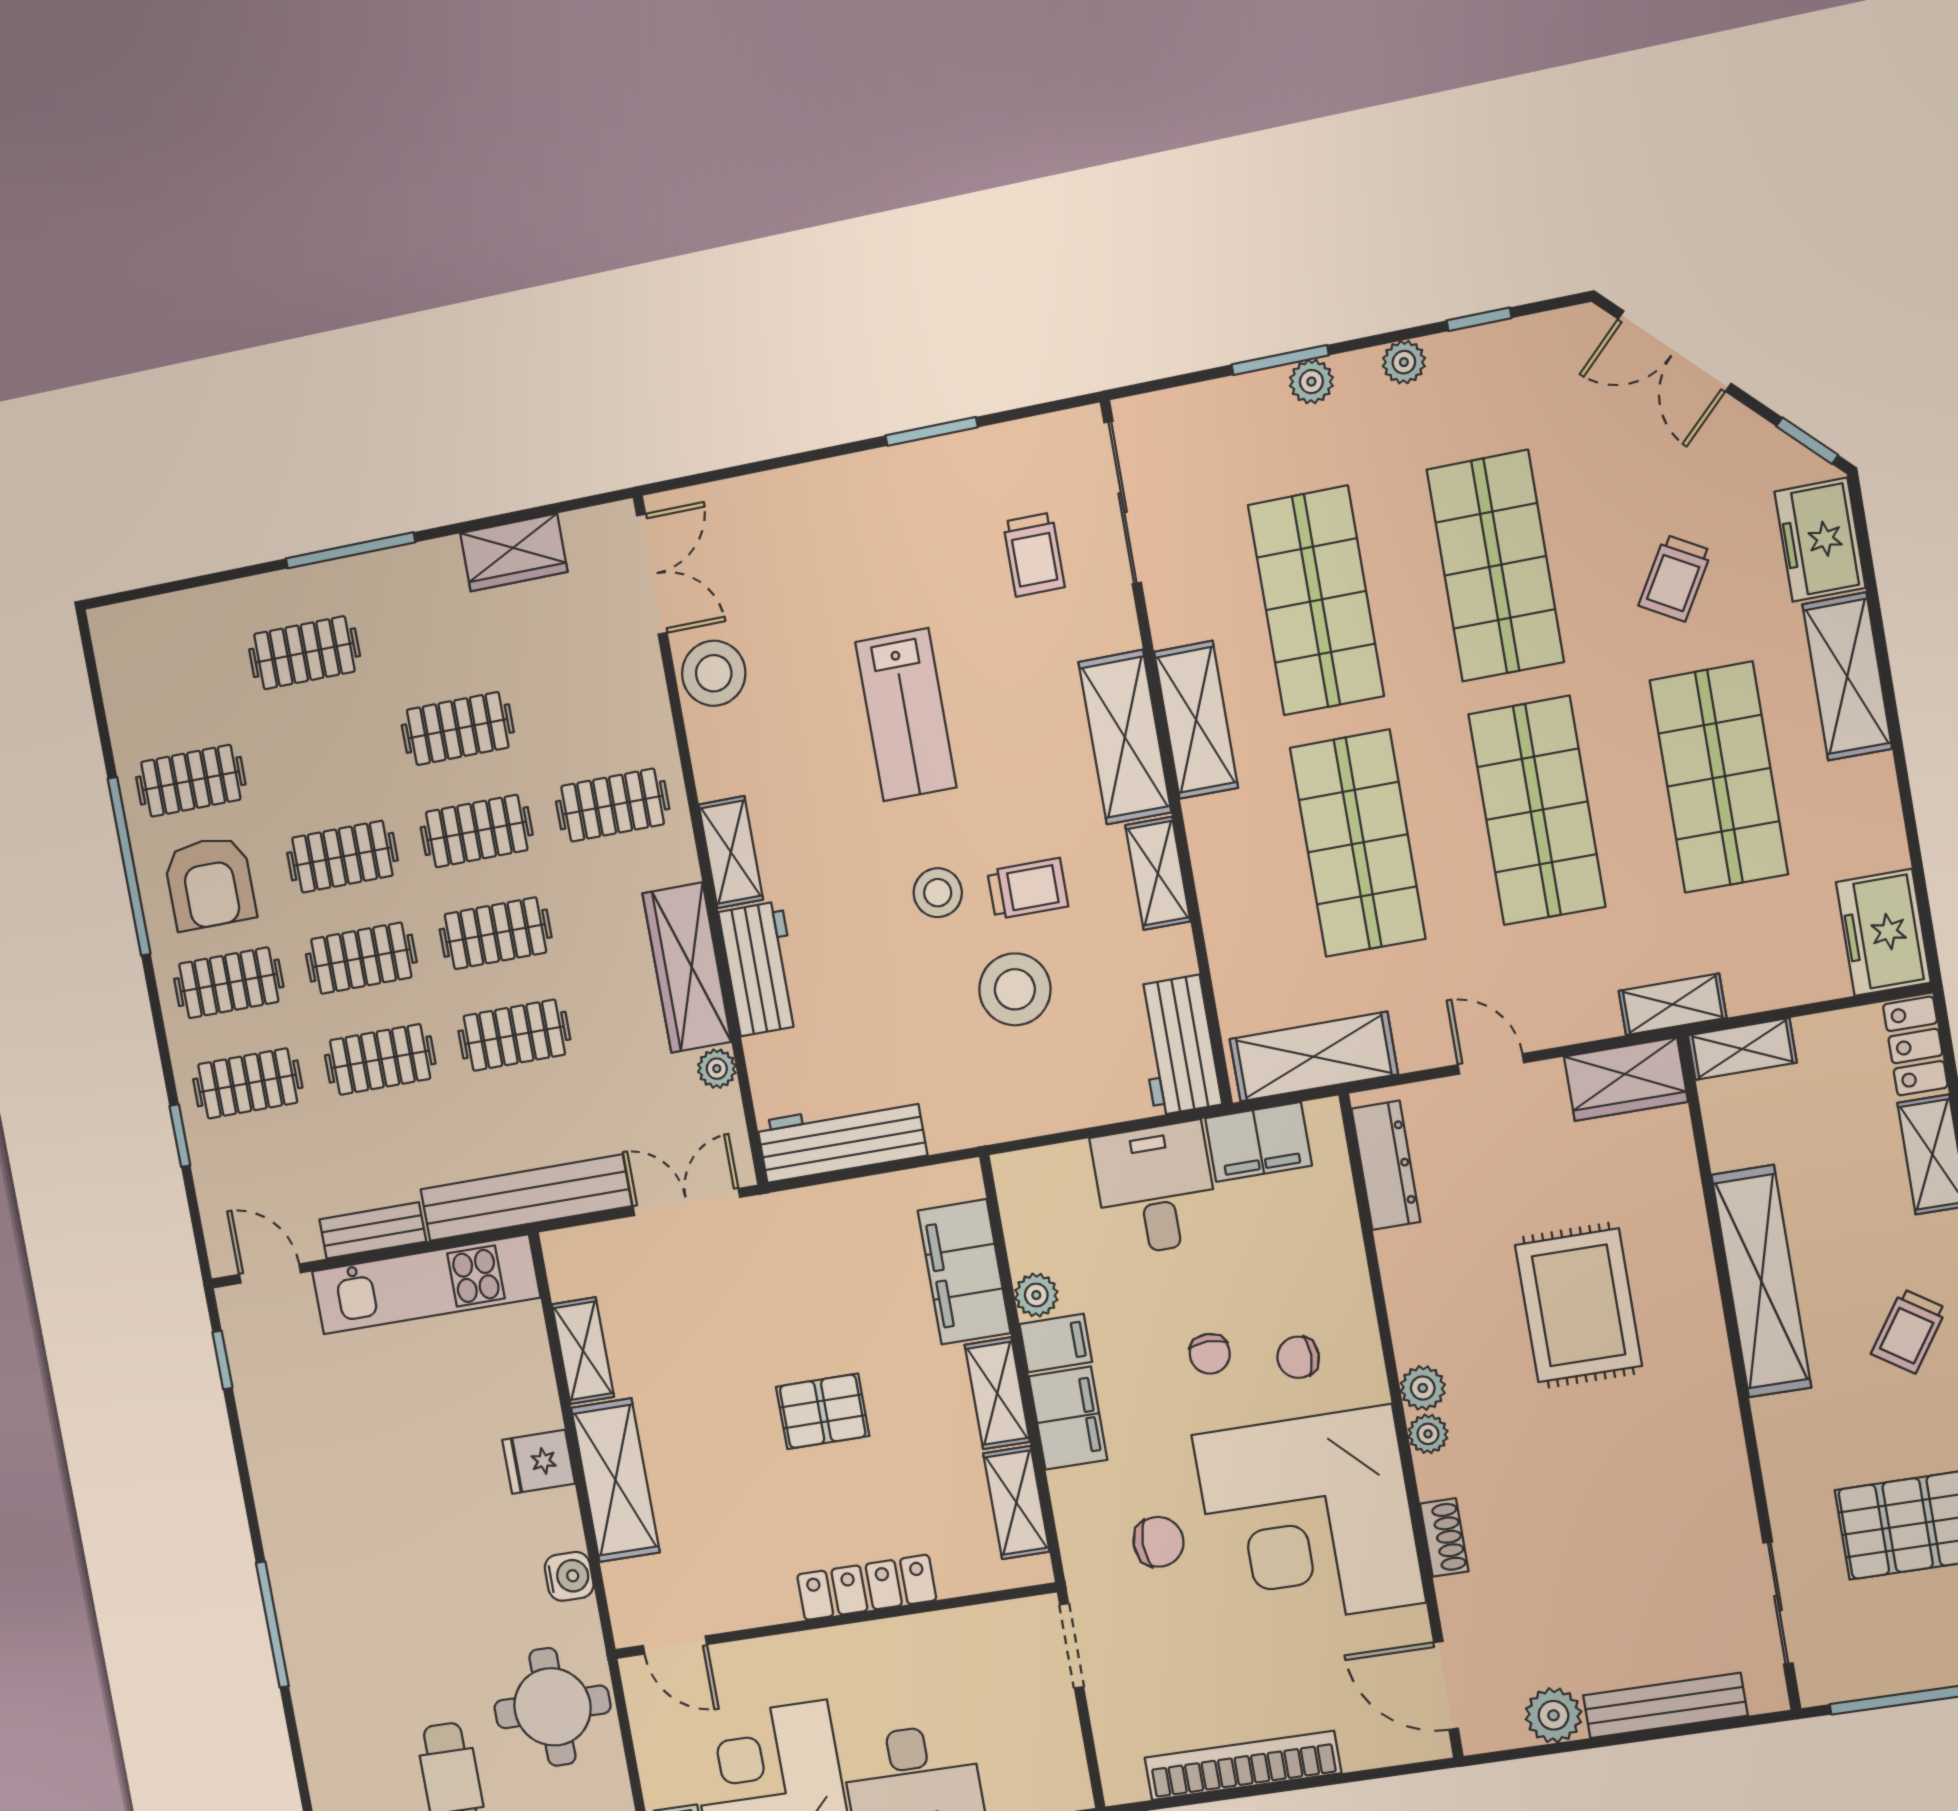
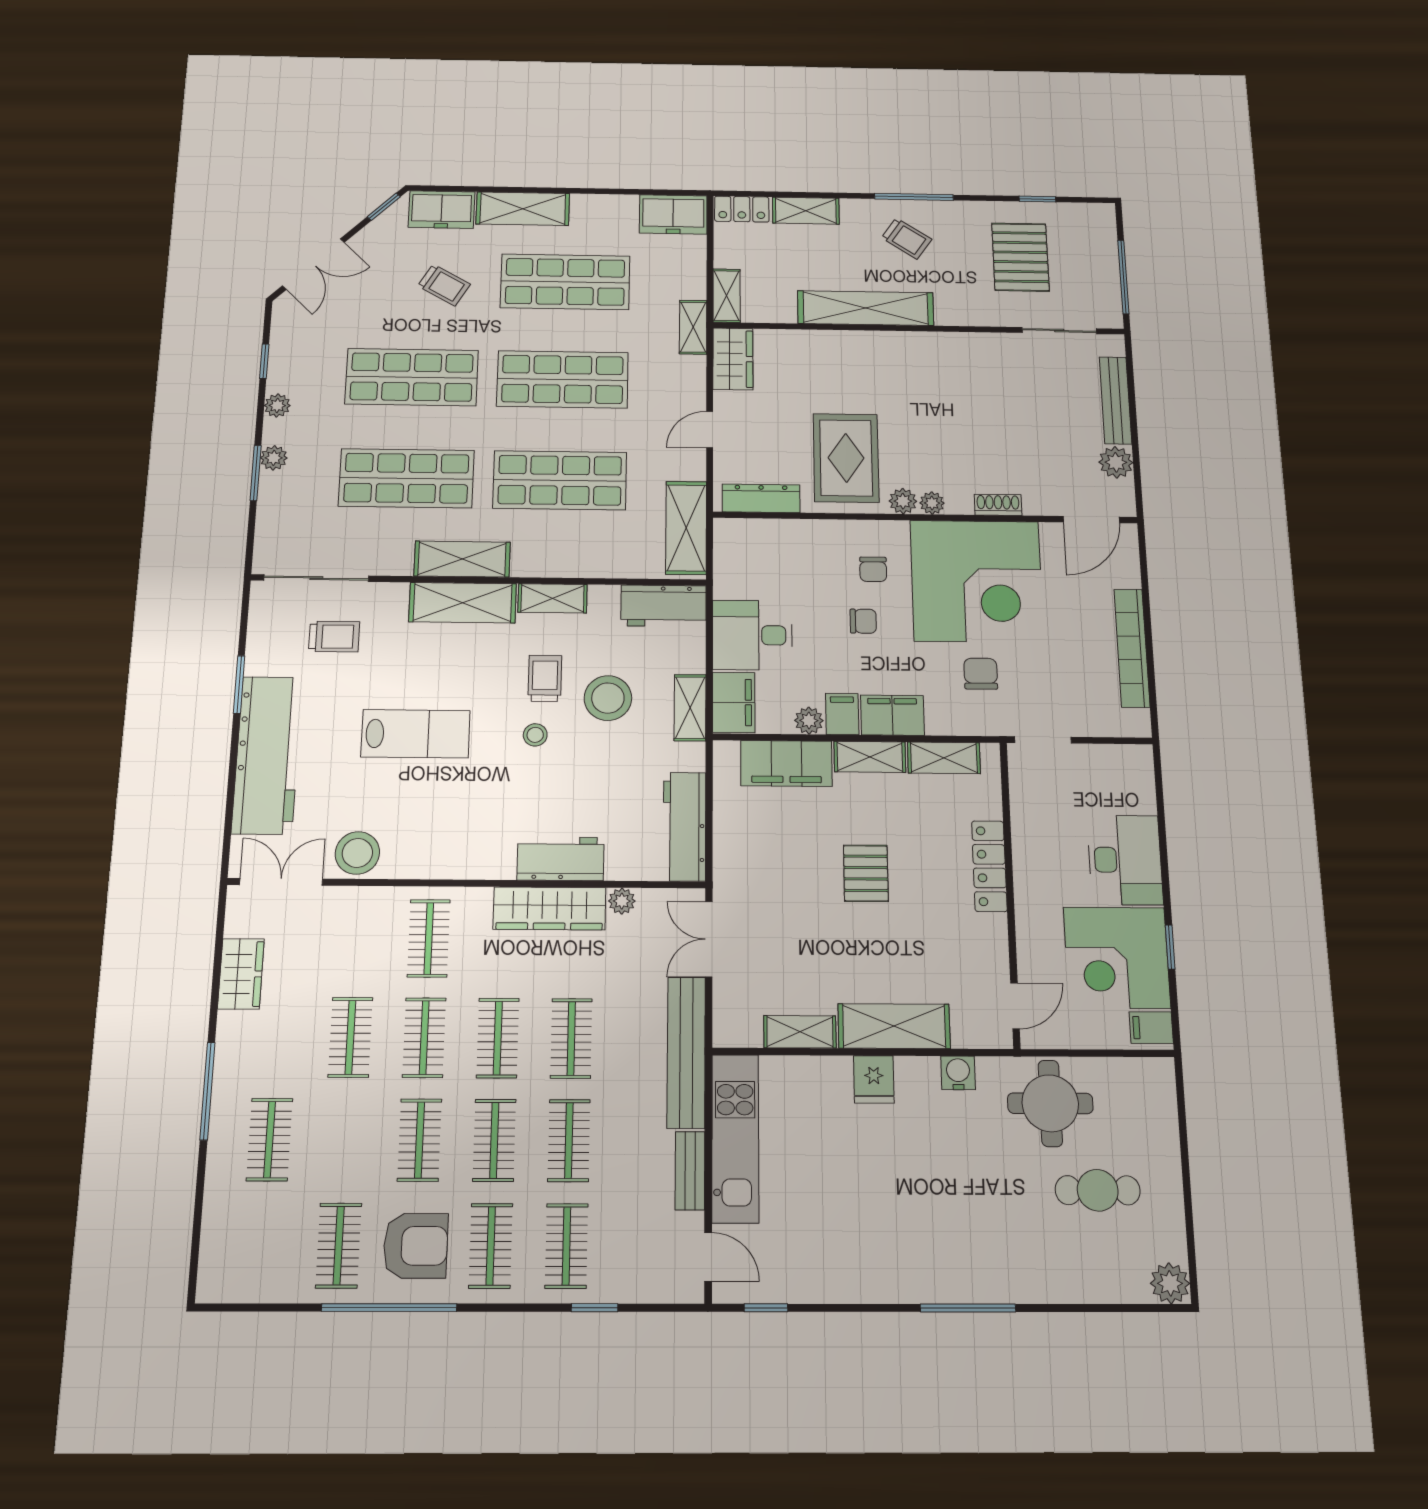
workbench: (833, 503) -> (267, 755), added
shelving: (731, 852) -> (690, 708), moved, turned 90
stool: (938, 893) -> (535, 735), width x0.73, depth x0.73
filing cabinet: (1258, 1142) -> (734, 702), moved
door: (270, 1274) -> (708, 1257), swing flipped
rug: (1578, 1305) -> (846, 458), moved, turned 90

